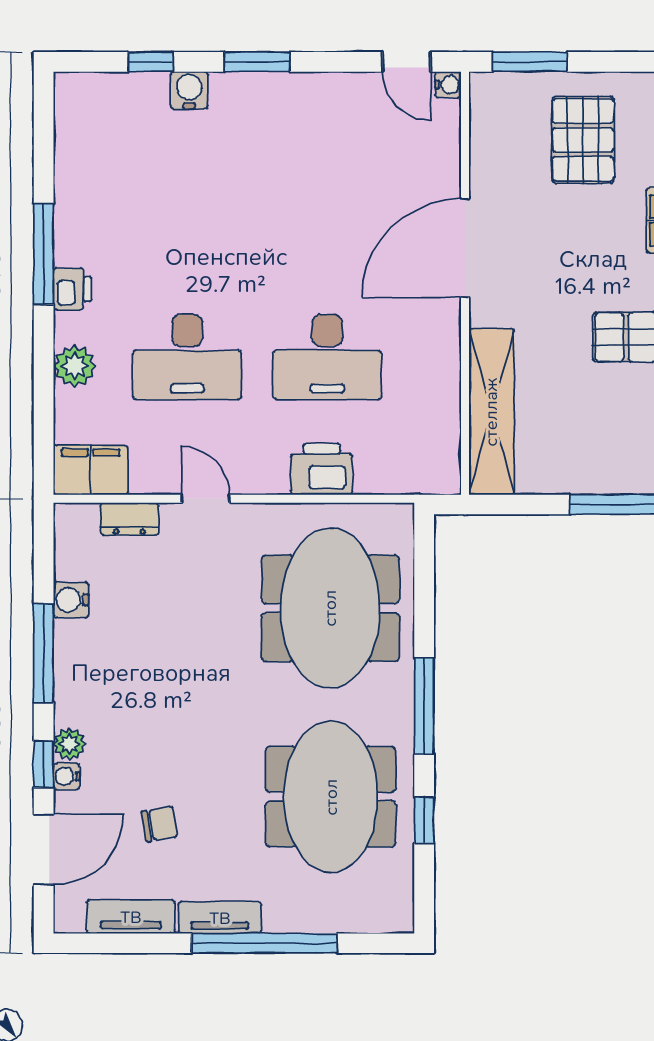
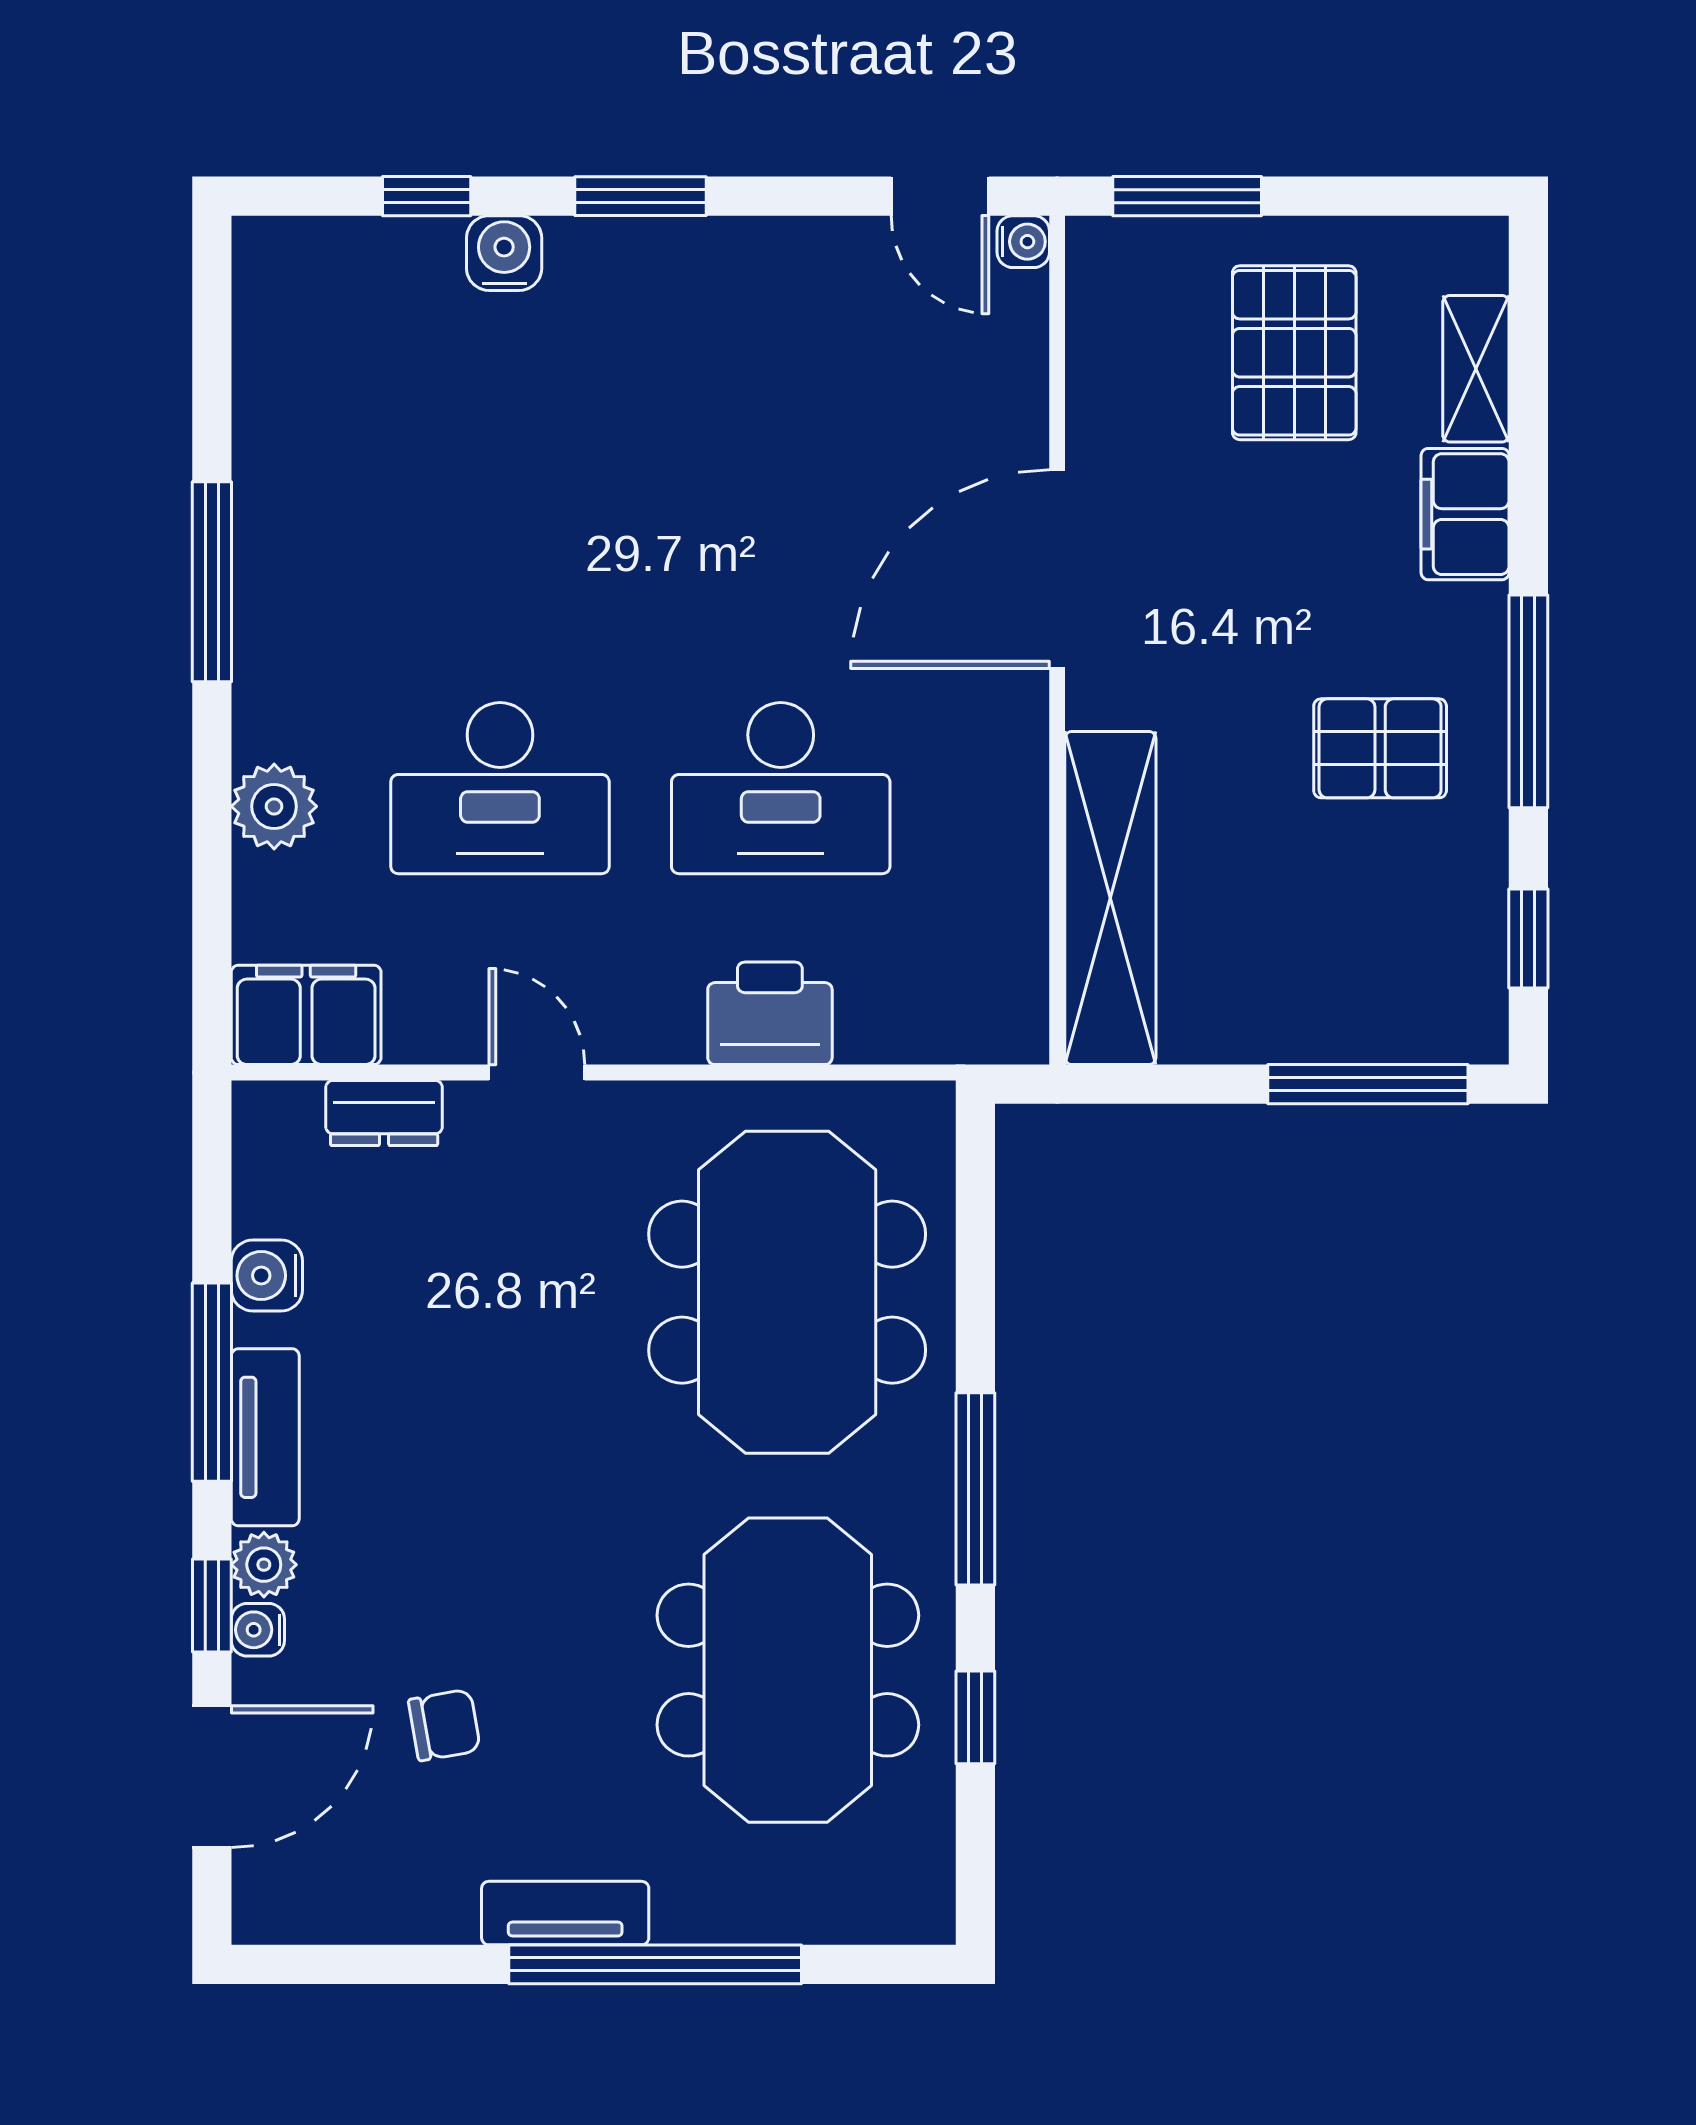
printer: (72, 289) -> (270, 652), removed
tv unit: (131, 917) -> (265, 1437), moved, turned 90

